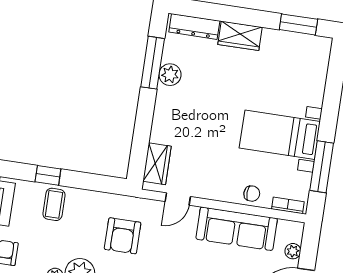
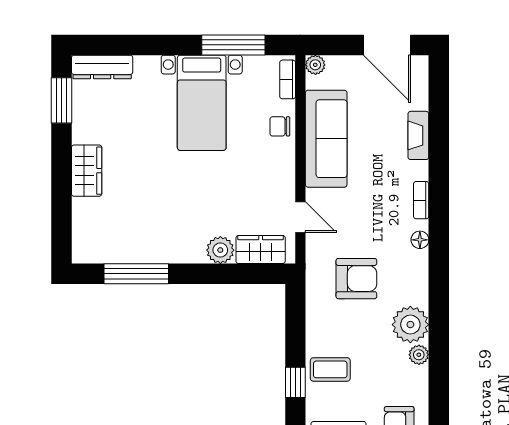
dresser: (194, 26) -> (102, 67), moved, turned 90
plant: (170, 75) -> (220, 250), moved
chair: (252, 194) -> (280, 126), turned -91
plant: (293, 251) -> (315, 65), moved

